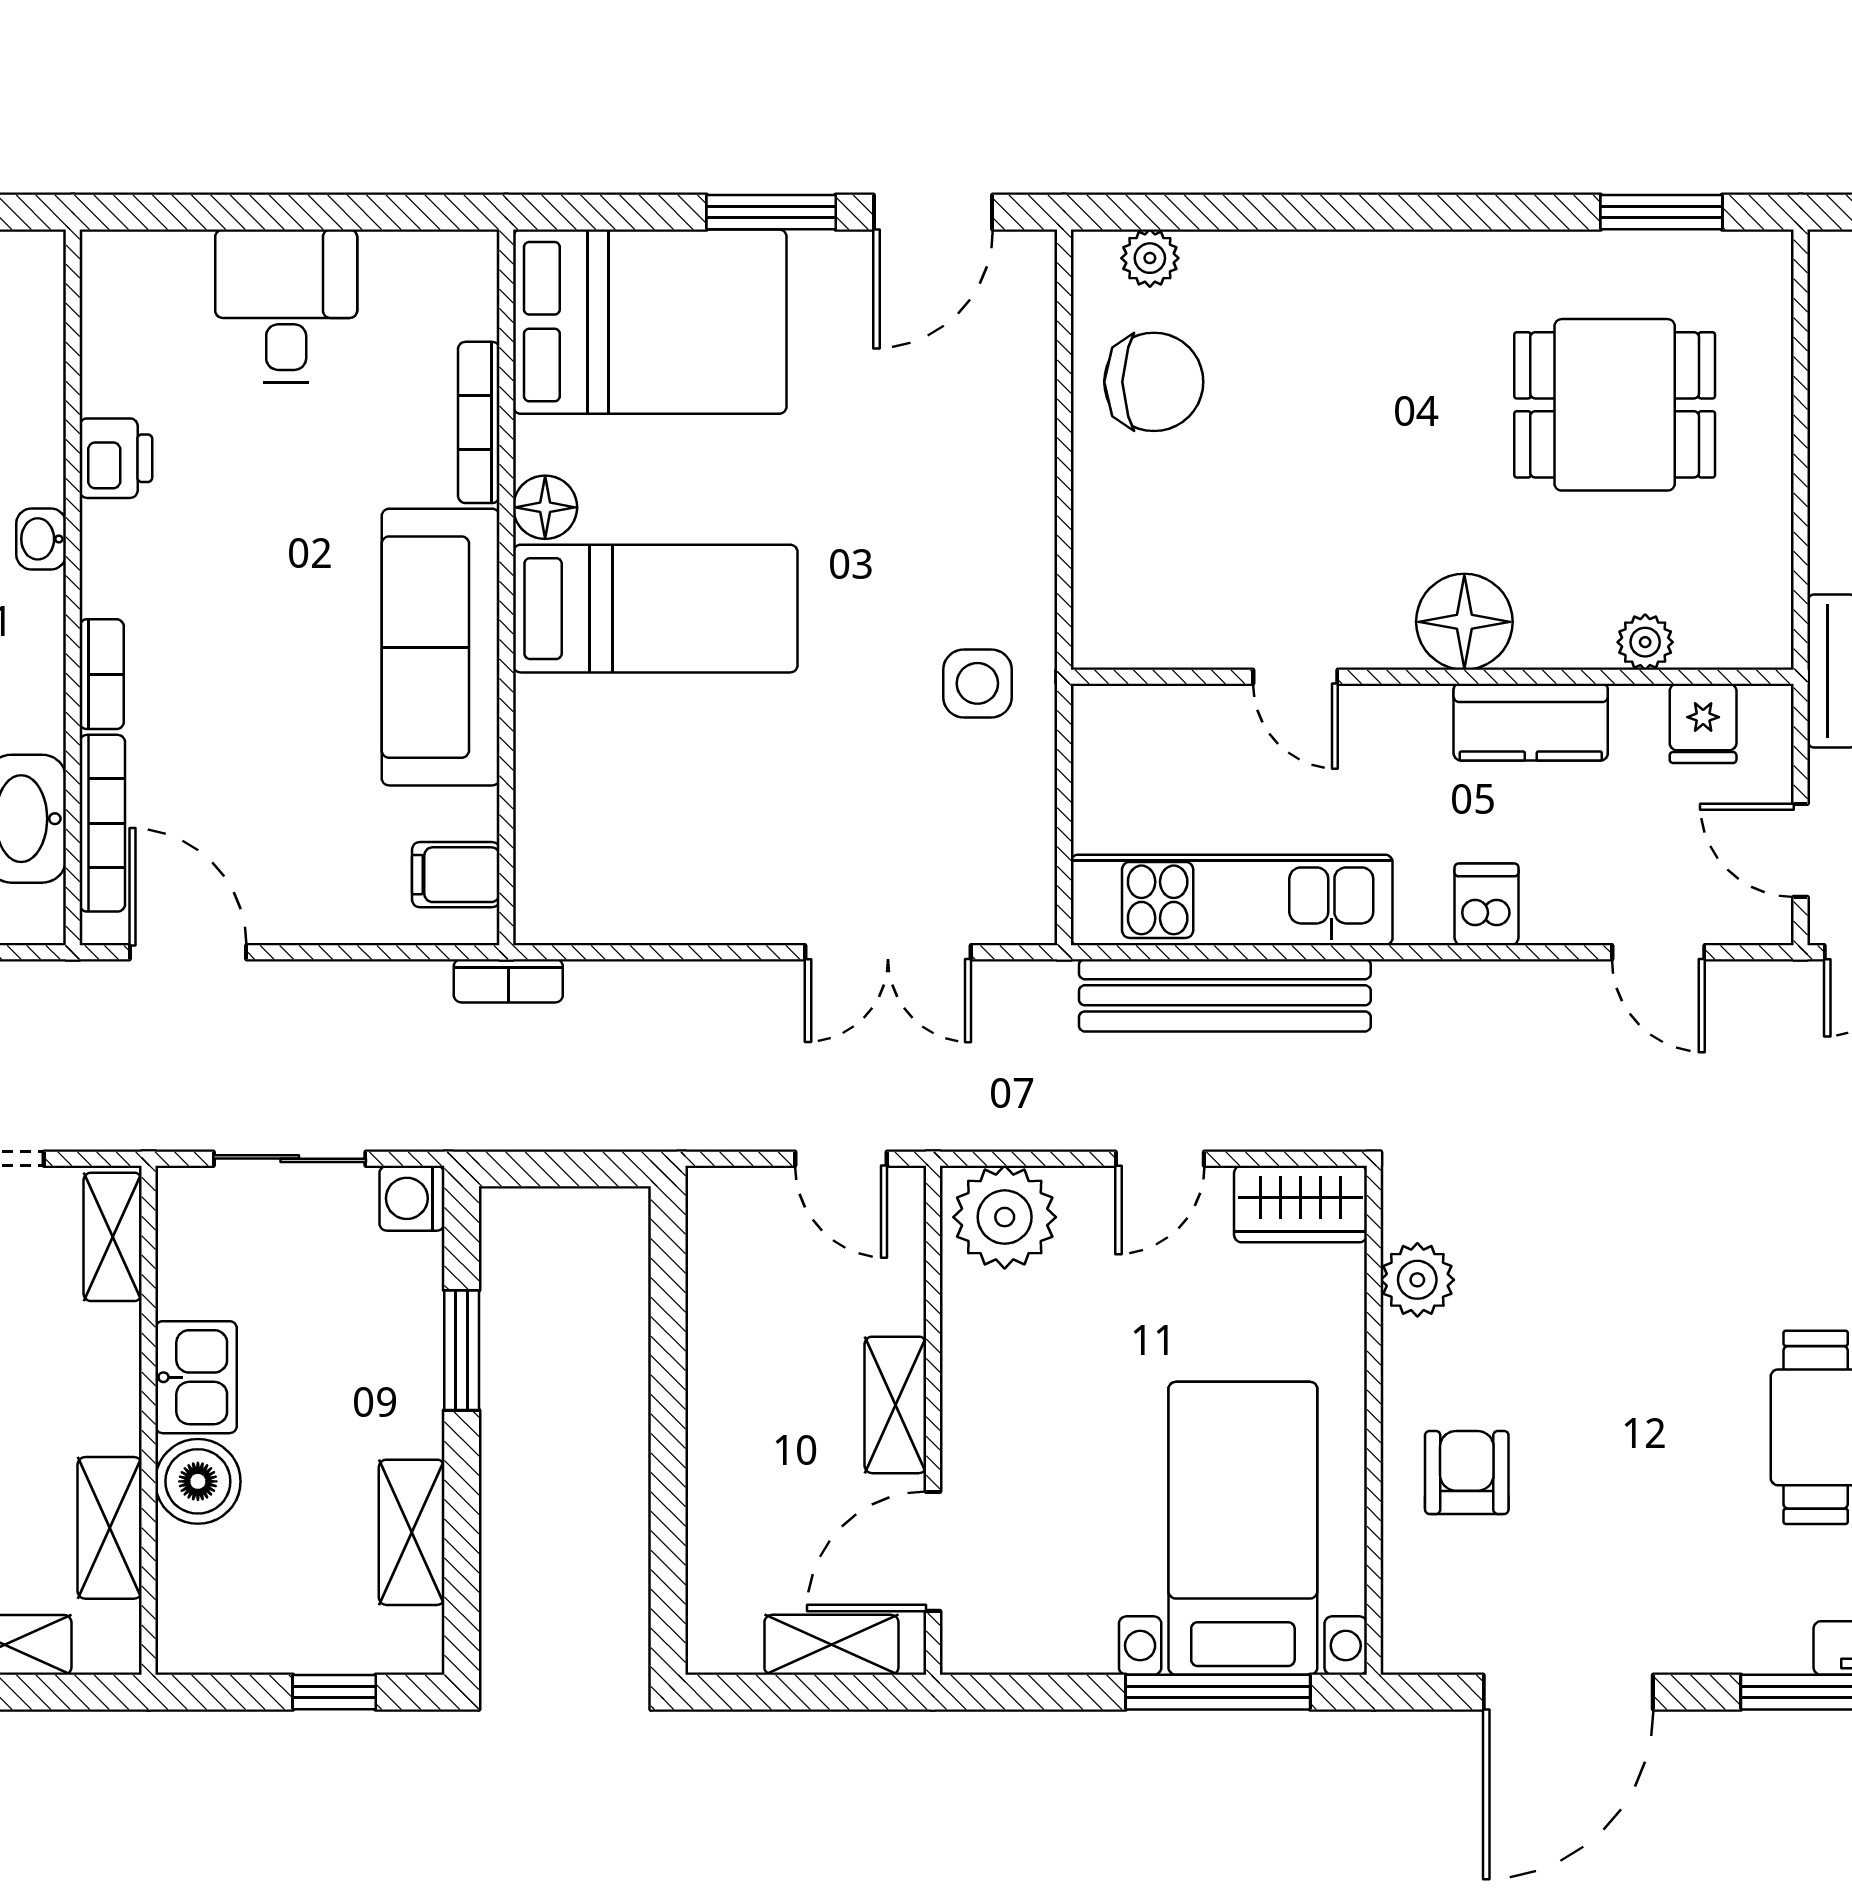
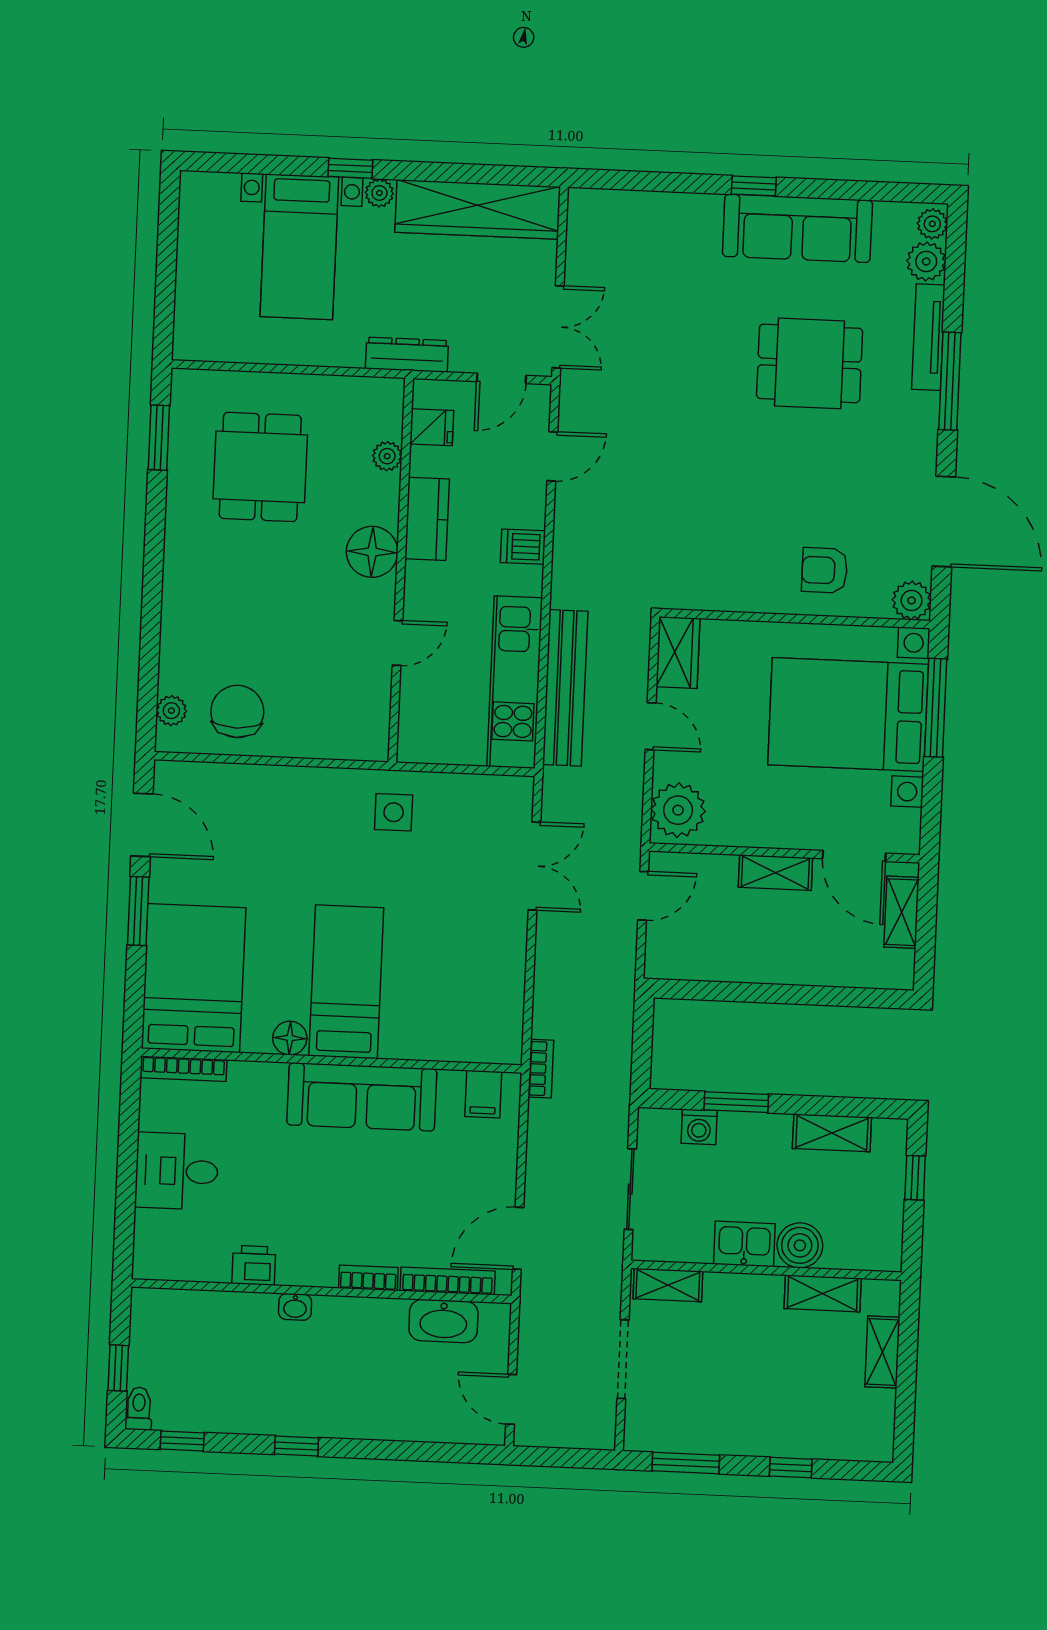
bookcase: (479, 422) -> (183, 1069), moved
washing machine: (412, 1198) -> (699, 1127), moved
plant: (1417, 1280) -> (912, 600), moved
bed with nightstands: (1243, 1528) -> (848, 714), width x1.36

